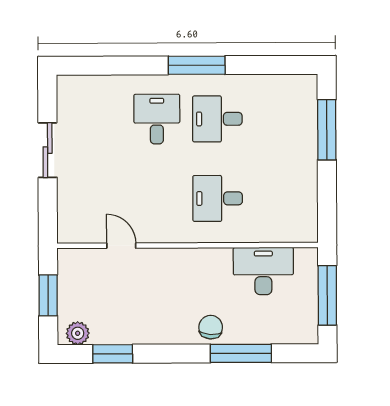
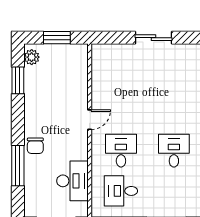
desk: (157, 119) -> (121, 191), moved, turned 180
door: (121, 246) -> (90, 120), moved
chair: (211, 327) -> (35, 146), turned 86

